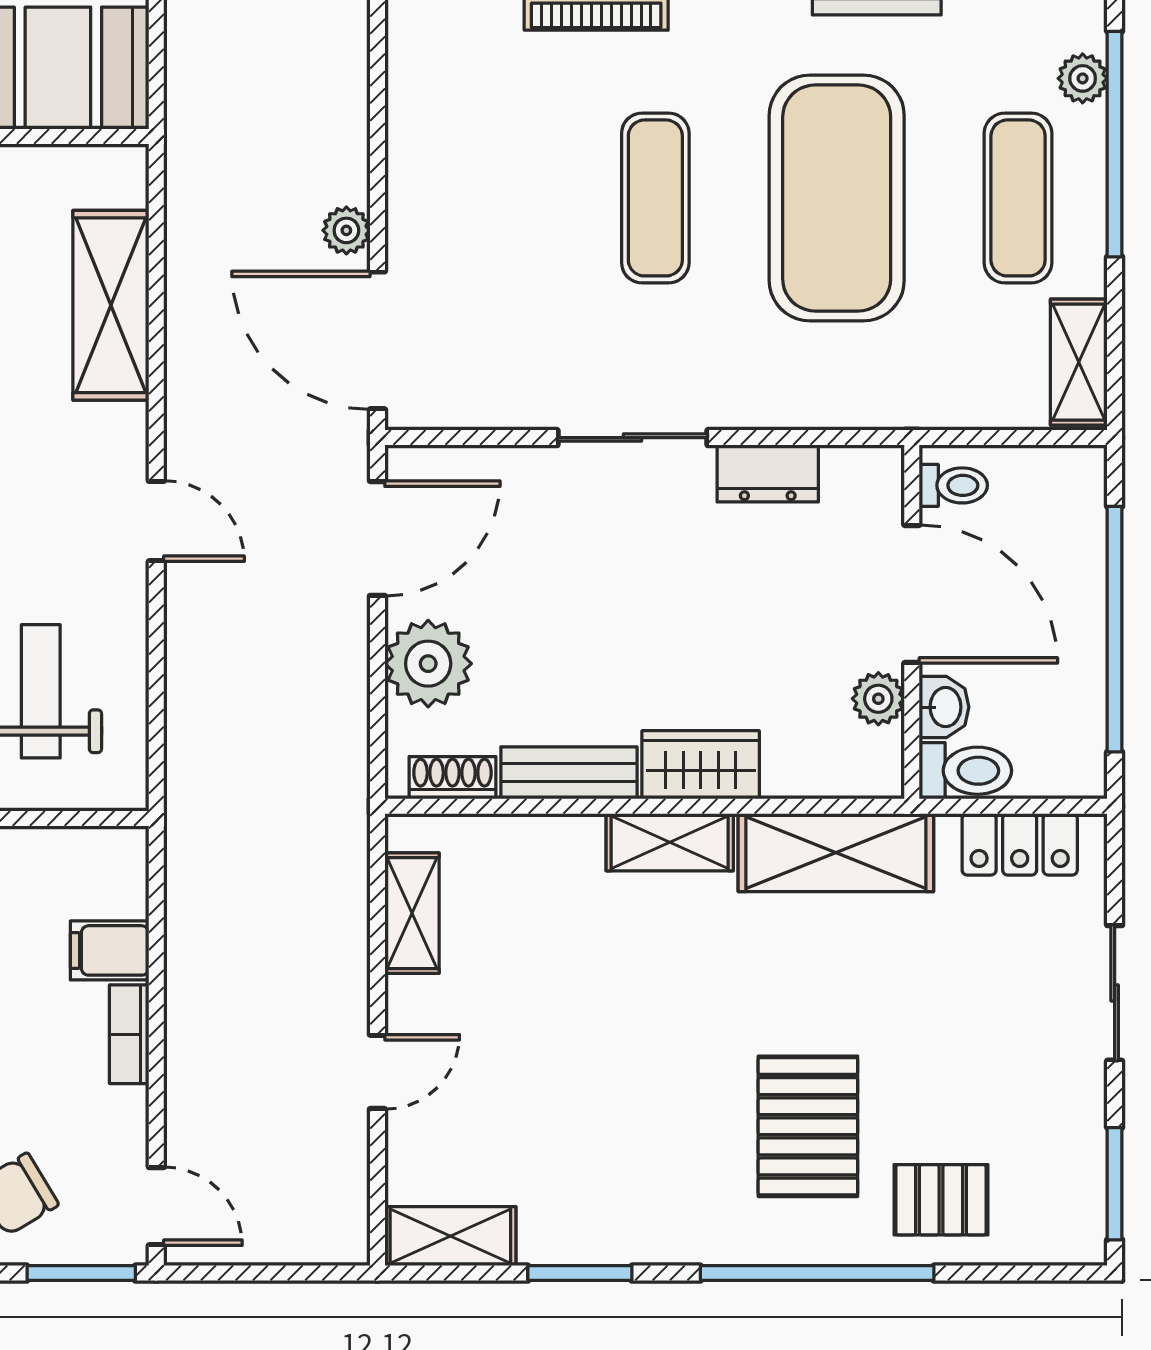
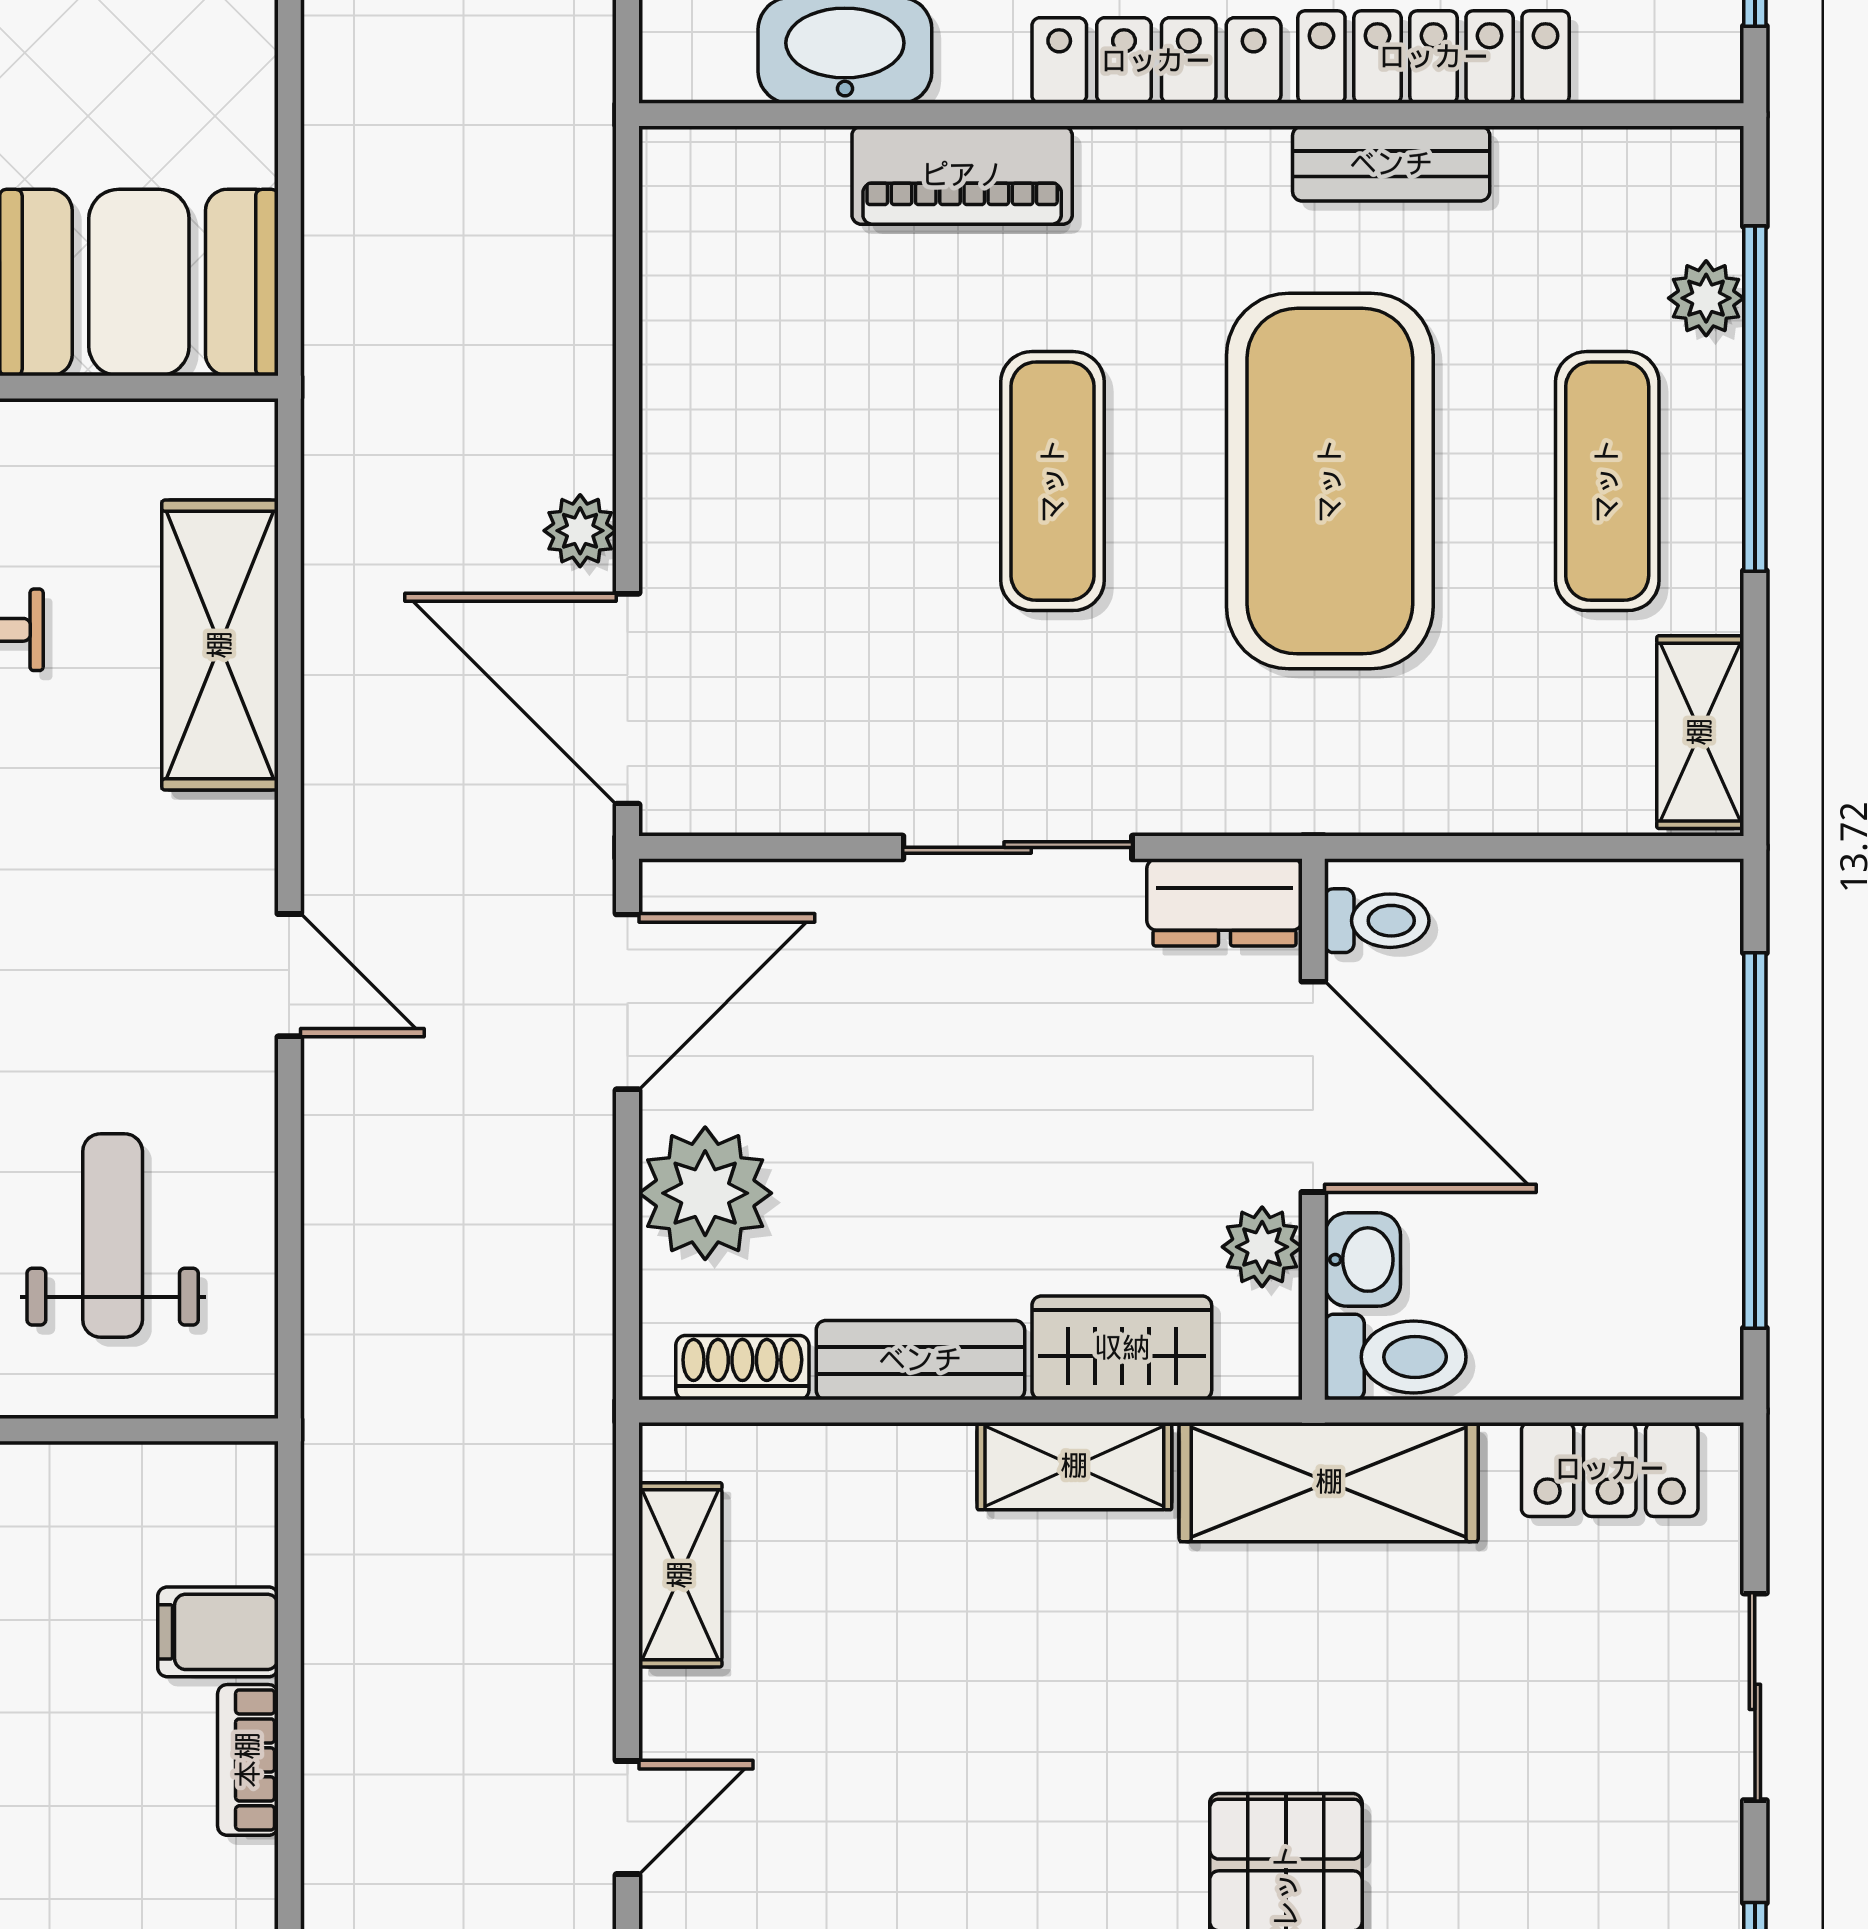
toilet: (953, 485) -> (1377, 921), moved
door: (912, 594) -> (1313, 1087), moved
wall: (912, 622) -> (1313, 1129), moved
plant: (878, 699) -> (1262, 1247), moved
washbasin: (944, 707) -> (1363, 1260), moved
toilet: (965, 771) -> (1395, 1357), moved

